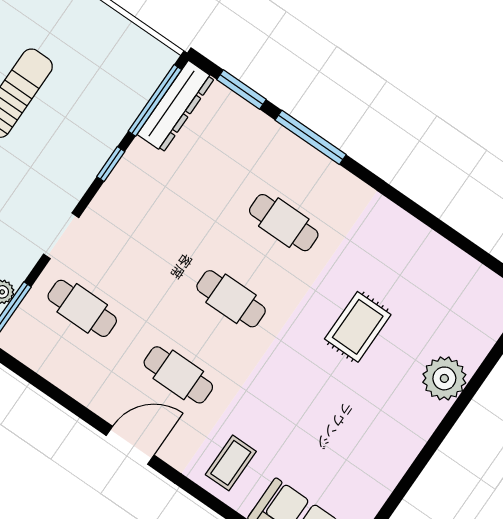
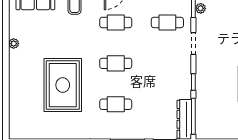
rug: (358, 327) -> (63, 85), width x1.86, depth x2.06
plant: (444, 378) -> (14, 44), moved, width x0.53, depth x0.53

